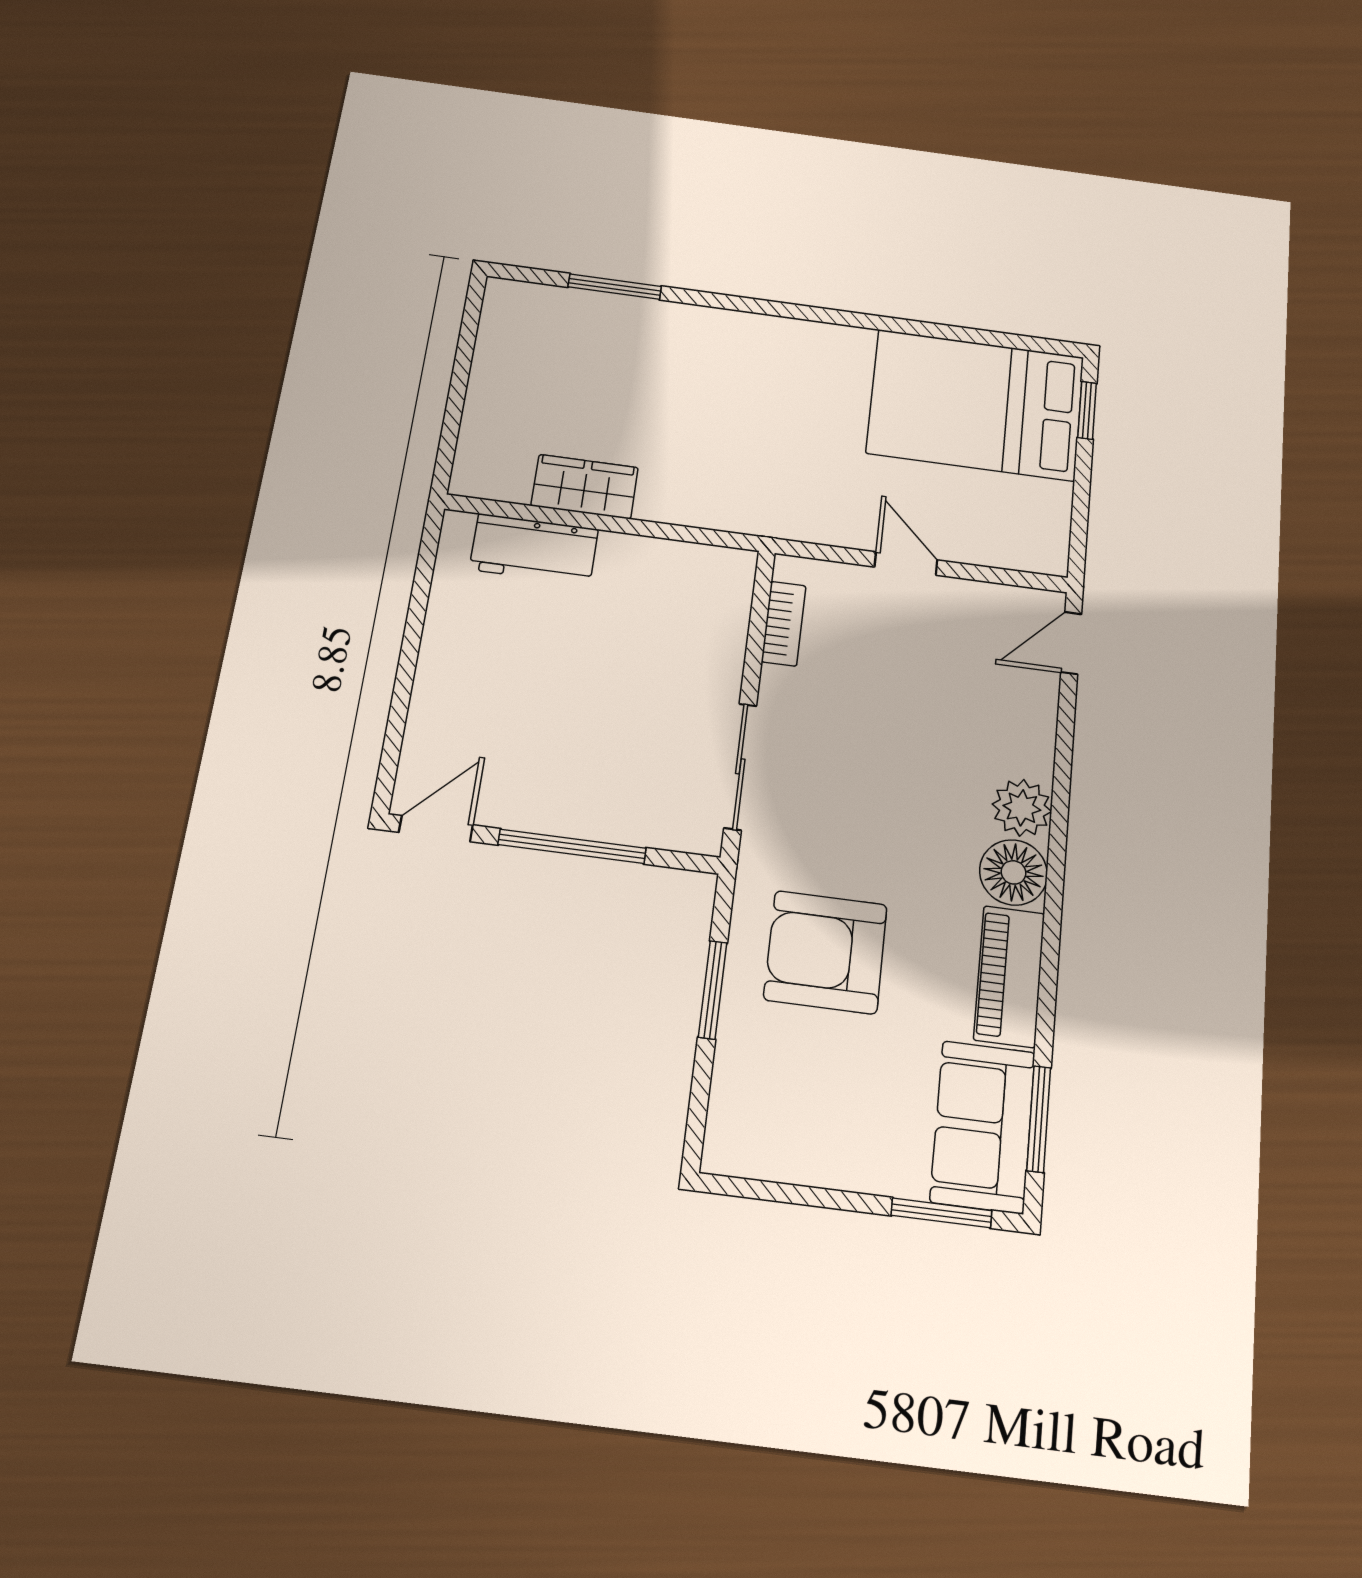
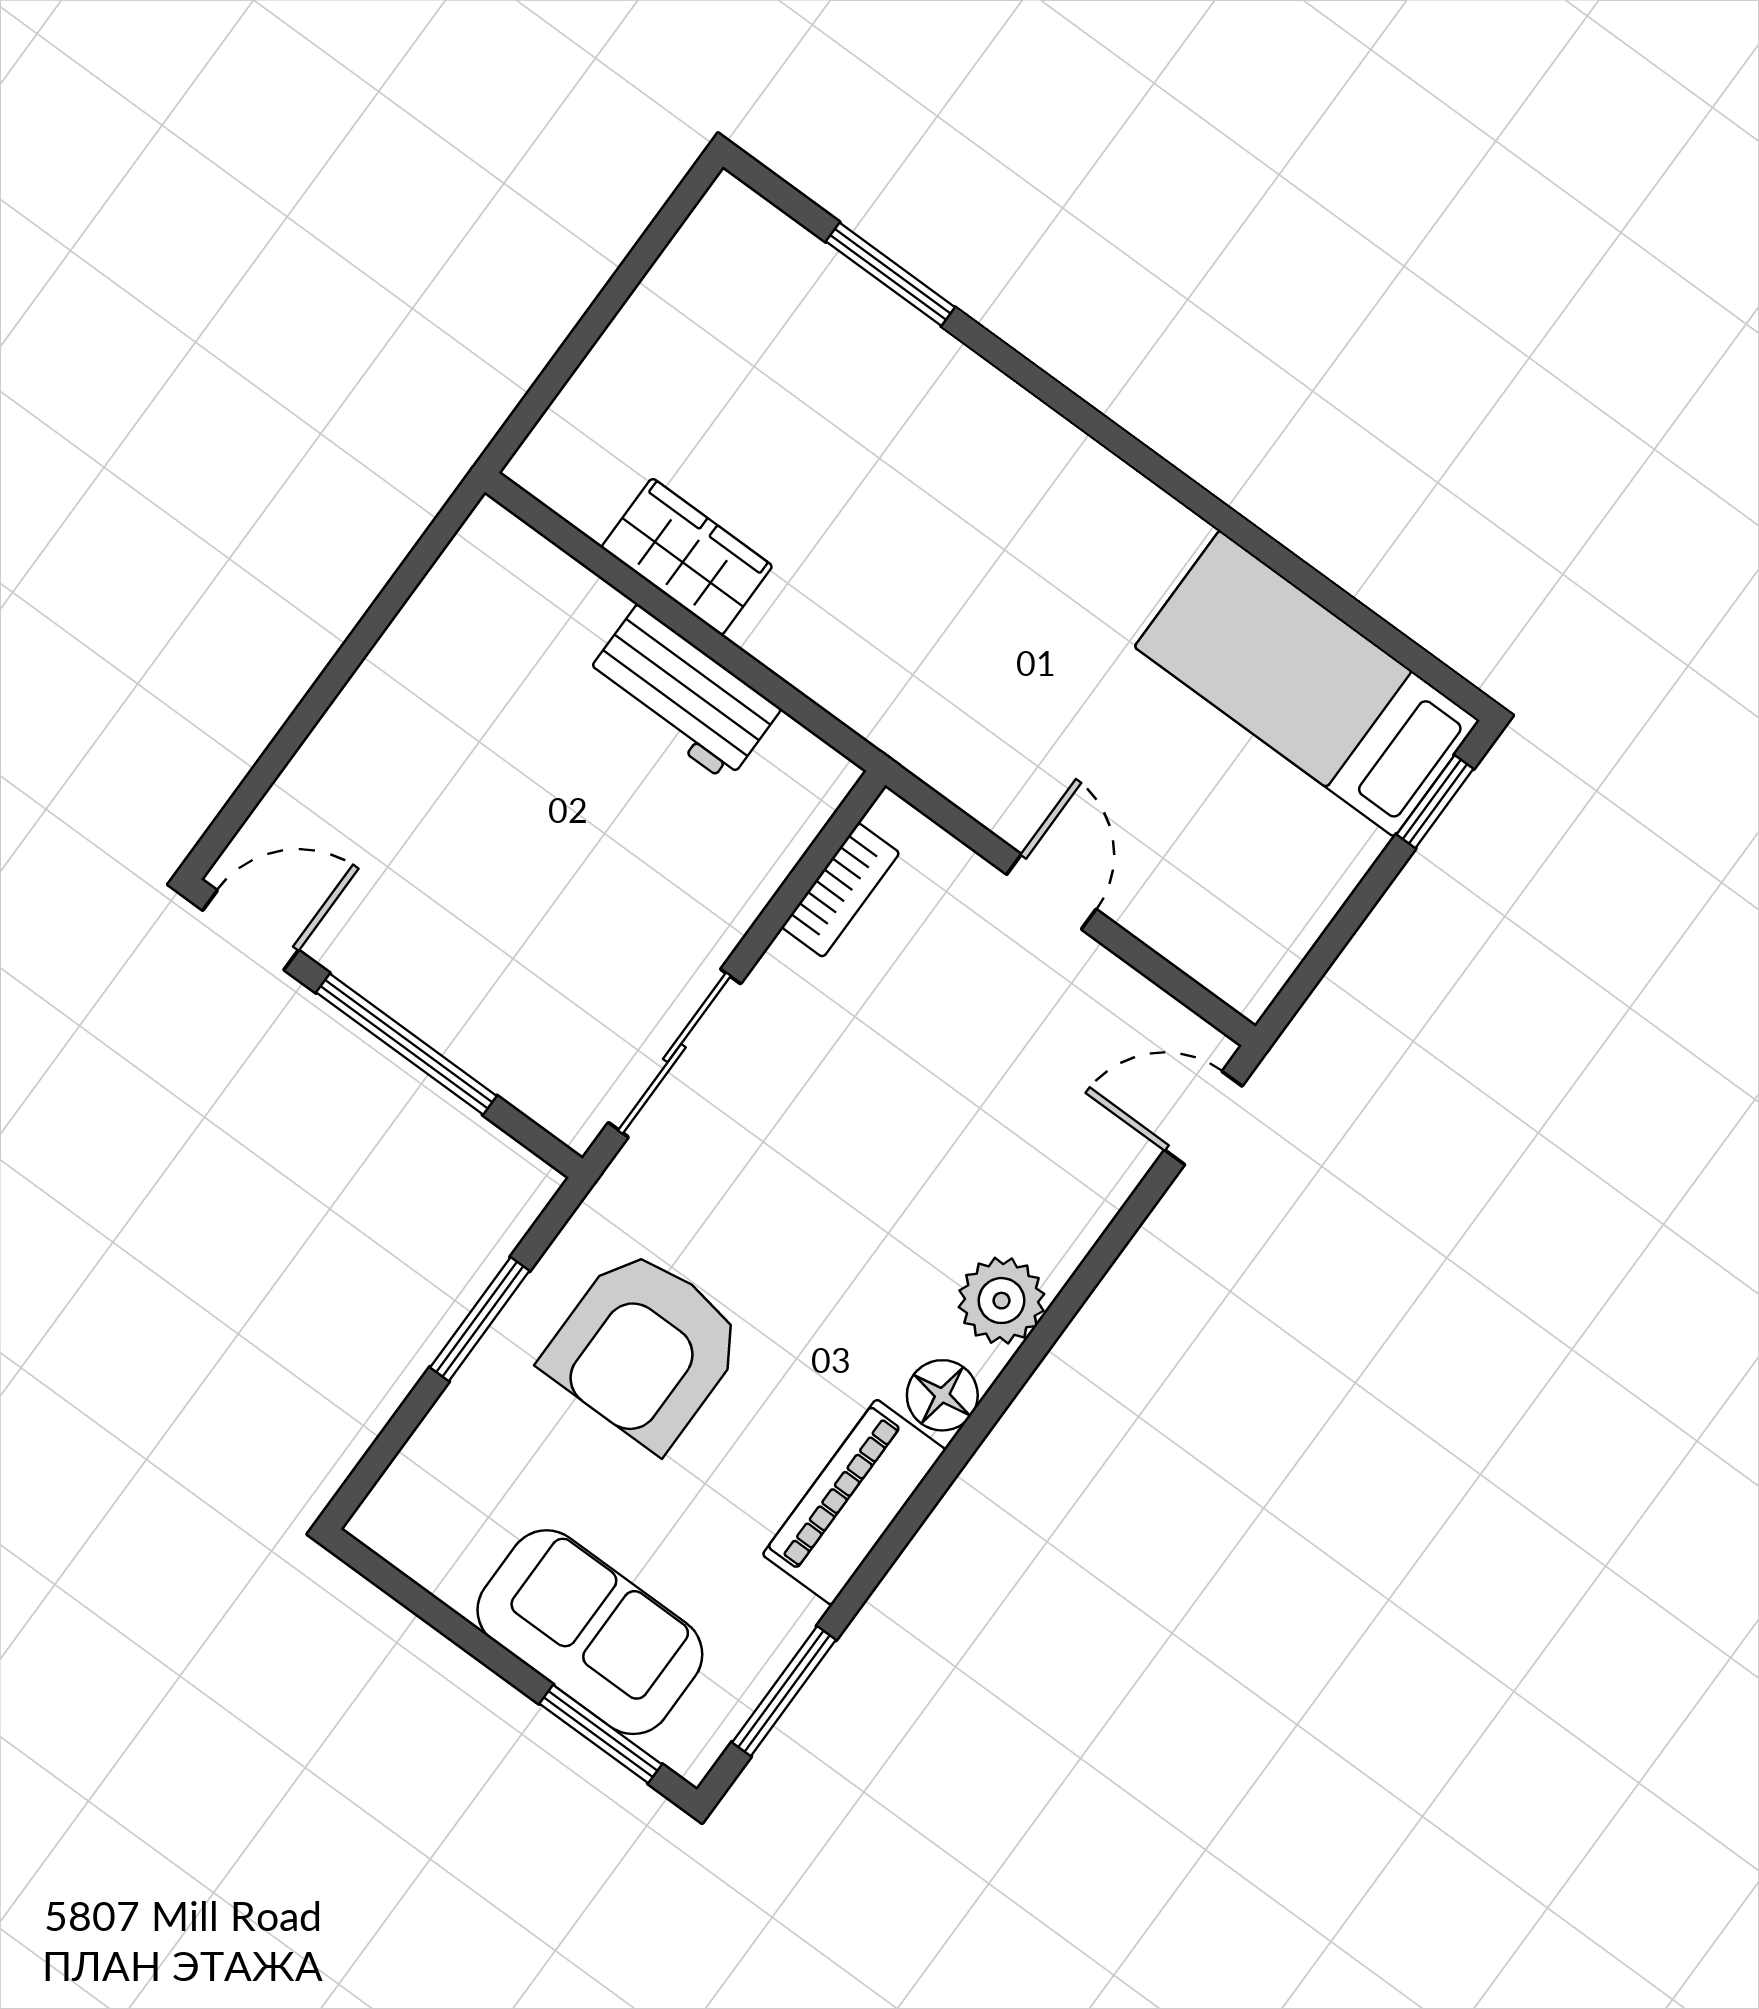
bed: (976, 405) -> (1307, 684), width x0.67
workbench: (534, 549) -> (682, 693), moved
floor lamp: (1013, 872) -> (942, 1395), width x0.73, depth x0.73
armchair: (826, 952) -> (645, 1348), turned -90
sofa: (983, 1127) -> (590, 1632), moved, turned 90

